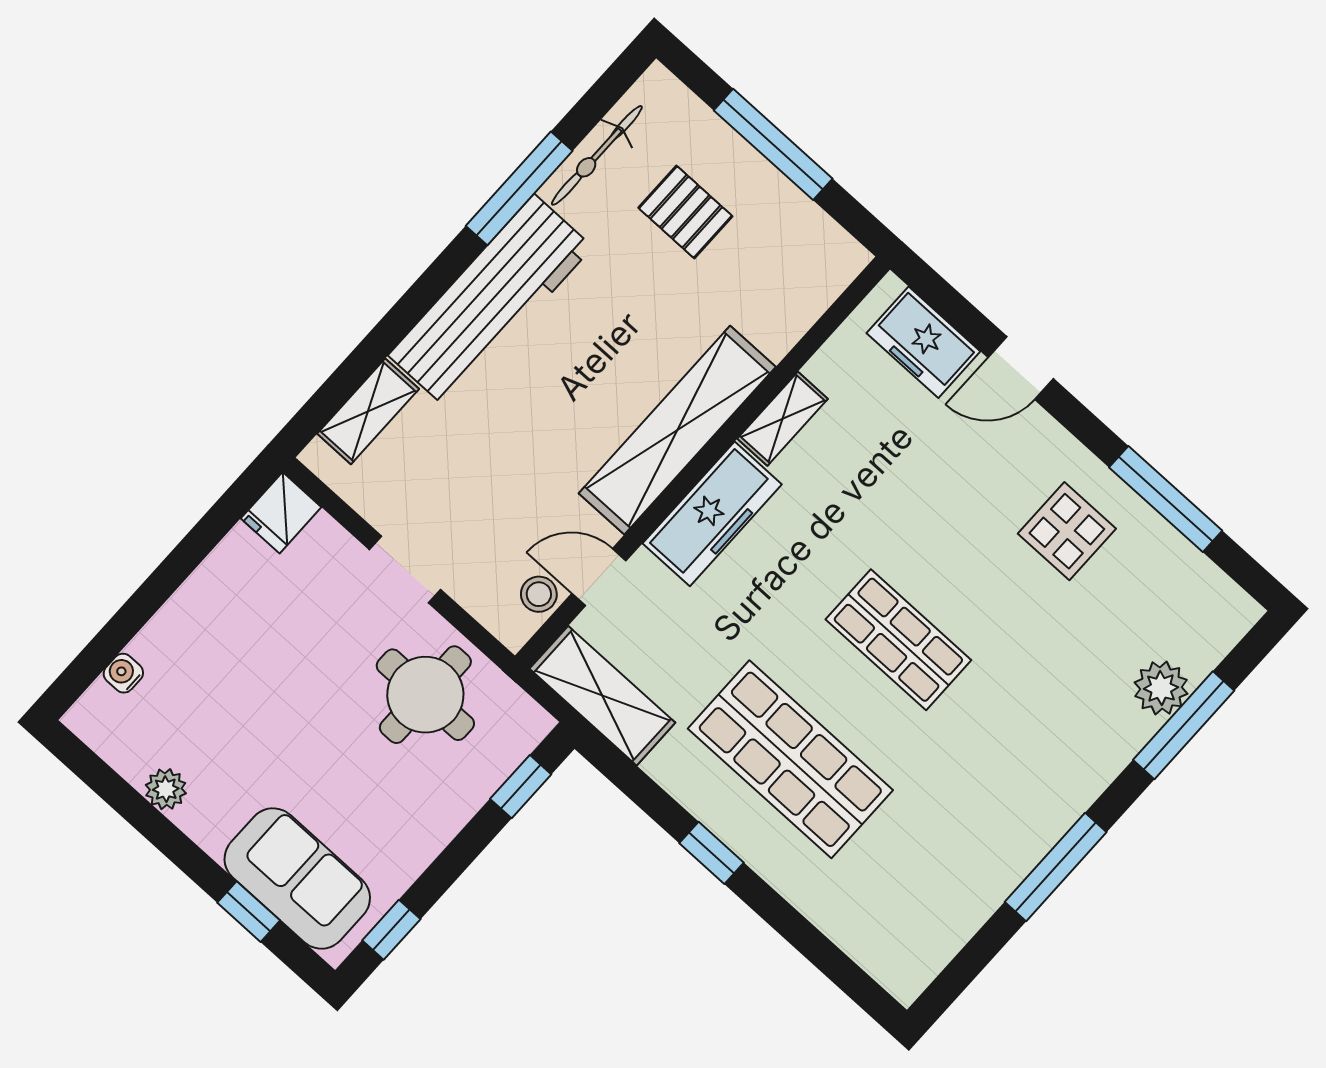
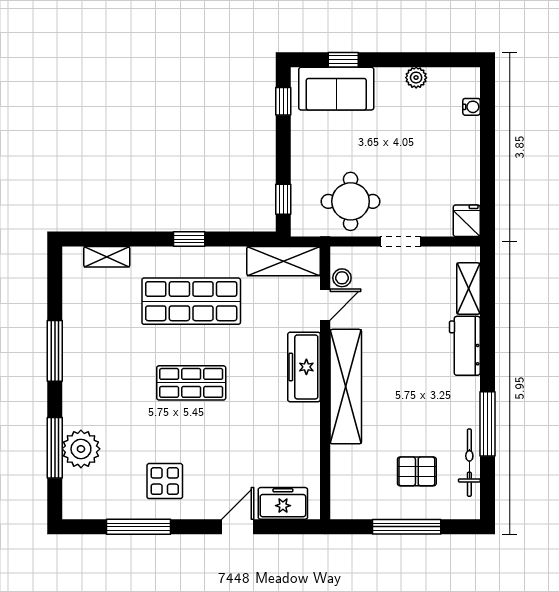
workbench: (490, 301) -> (465, 346), width x0.53, depth x0.76
shelving: (783, 419) -> (107, 257), moved, turned 90
plant: (1161, 688) -> (81, 449), width x1.36, depth x1.36

